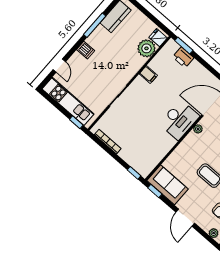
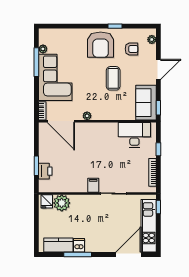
window: (184, 46) -> (36, 166), moved
dishwasher: (86, 50) -> (79, 245), moved
door: (59, 66) -> (129, 255), width x1.88
filing cabinet: (148, 75) -> (93, 185), moved
desk: (179, 120) -> (134, 135), moved
window: (134, 173) -> (158, 149), moved

